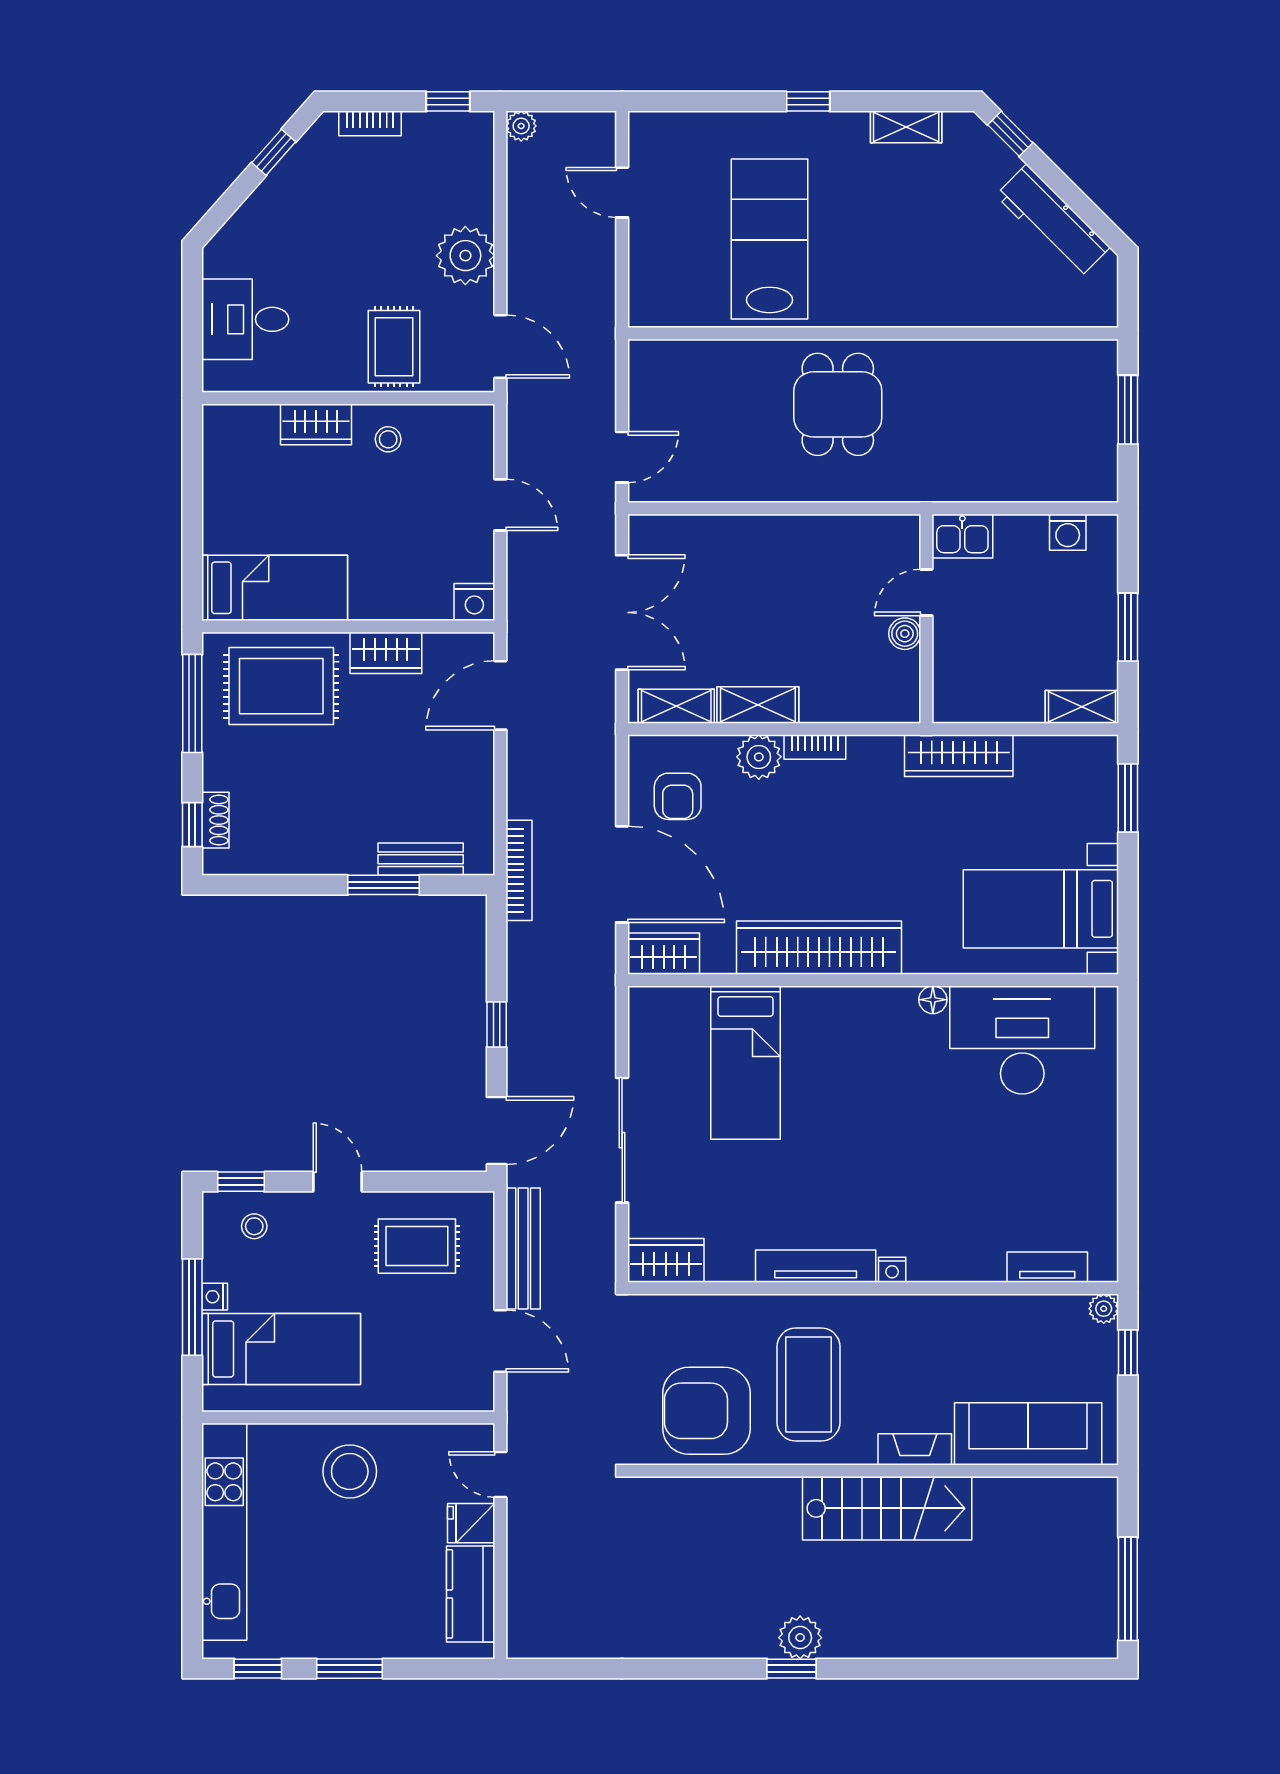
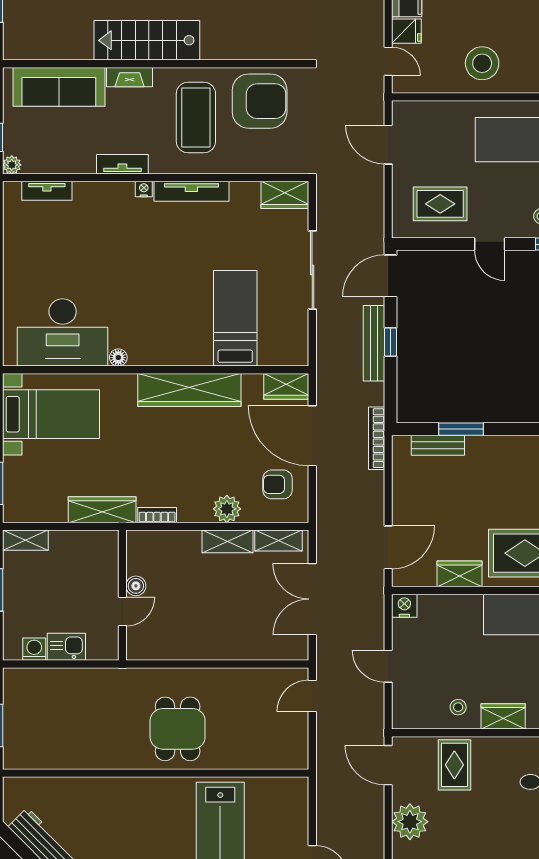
kitchen sink: (962, 536) -> (66, 647), moved
bookcase: (815, 747) -> (157, 515), moved
armchair: (678, 796) -> (278, 484), turned -90
bench: (523, 1248) -> (374, 343), moved
tv unit: (926, 1310) -> (122, 164), added

